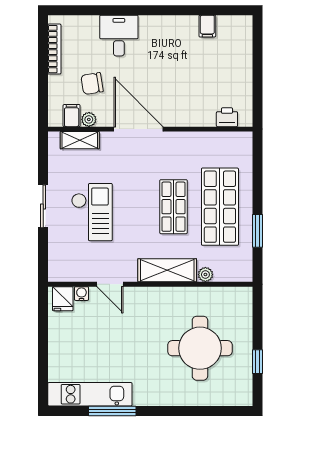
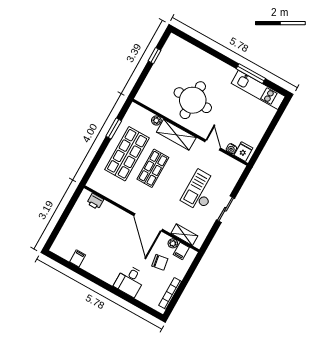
round table: (200, 348) -> (193, 100), moved

